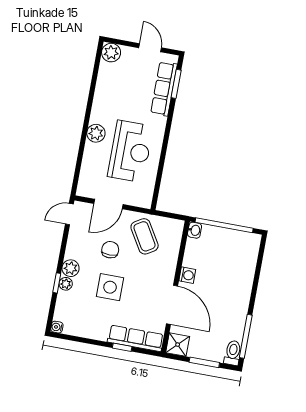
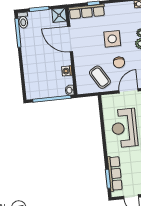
washing machine: (187, 275) -> (67, 71), moved

